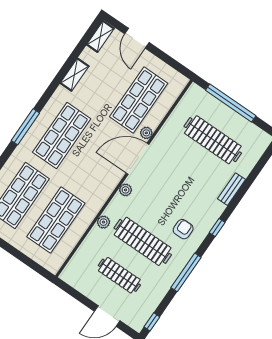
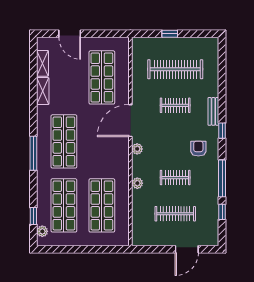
shelving: (100, 37) -> (43, 63), moved
window: (231, 103) -> (170, 34), width x0.32
plant: (146, 133) -> (124, 97), removed
clothes rail: (189, 174) -> (175, 105), added
bench: (232, 189) -> (213, 111), moved
clothes rail: (143, 241) -> (175, 178), width x0.54, depth x0.76
window: (152, 322) -> (222, 212), moved

